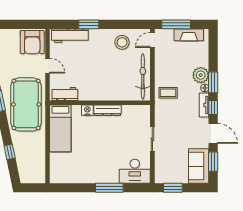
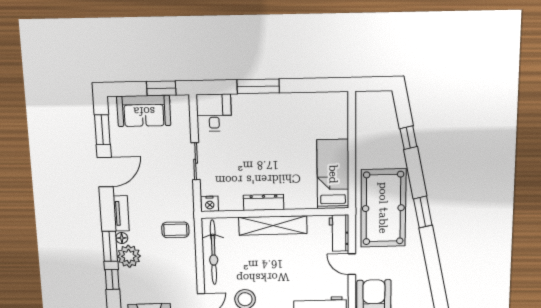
workbench: (65, 94) -> (339, 233), moved, turned 90
shelving: (102, 94) -> (273, 225), added
window: (213, 108) -> (112, 279), moved
nightstand: (87, 110) -> (210, 204), moved
door: (213, 133) -> (105, 172), swing flipped
sofa: (199, 166) -> (144, 111), moved, turned 90
desk: (135, 171) -> (214, 113), width x0.73

